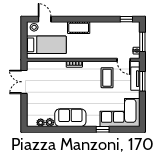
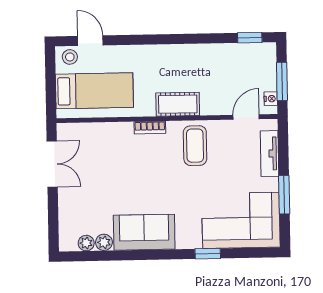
cot: (79, 28) -> (178, 104), moved
door: (124, 60) -> (246, 117), swing flipped
coffee table: (107, 78) -> (195, 146), moved
window: (142, 81) -> (284, 195), moved
double door: (24, 82) -> (52, 164), swing flipped

